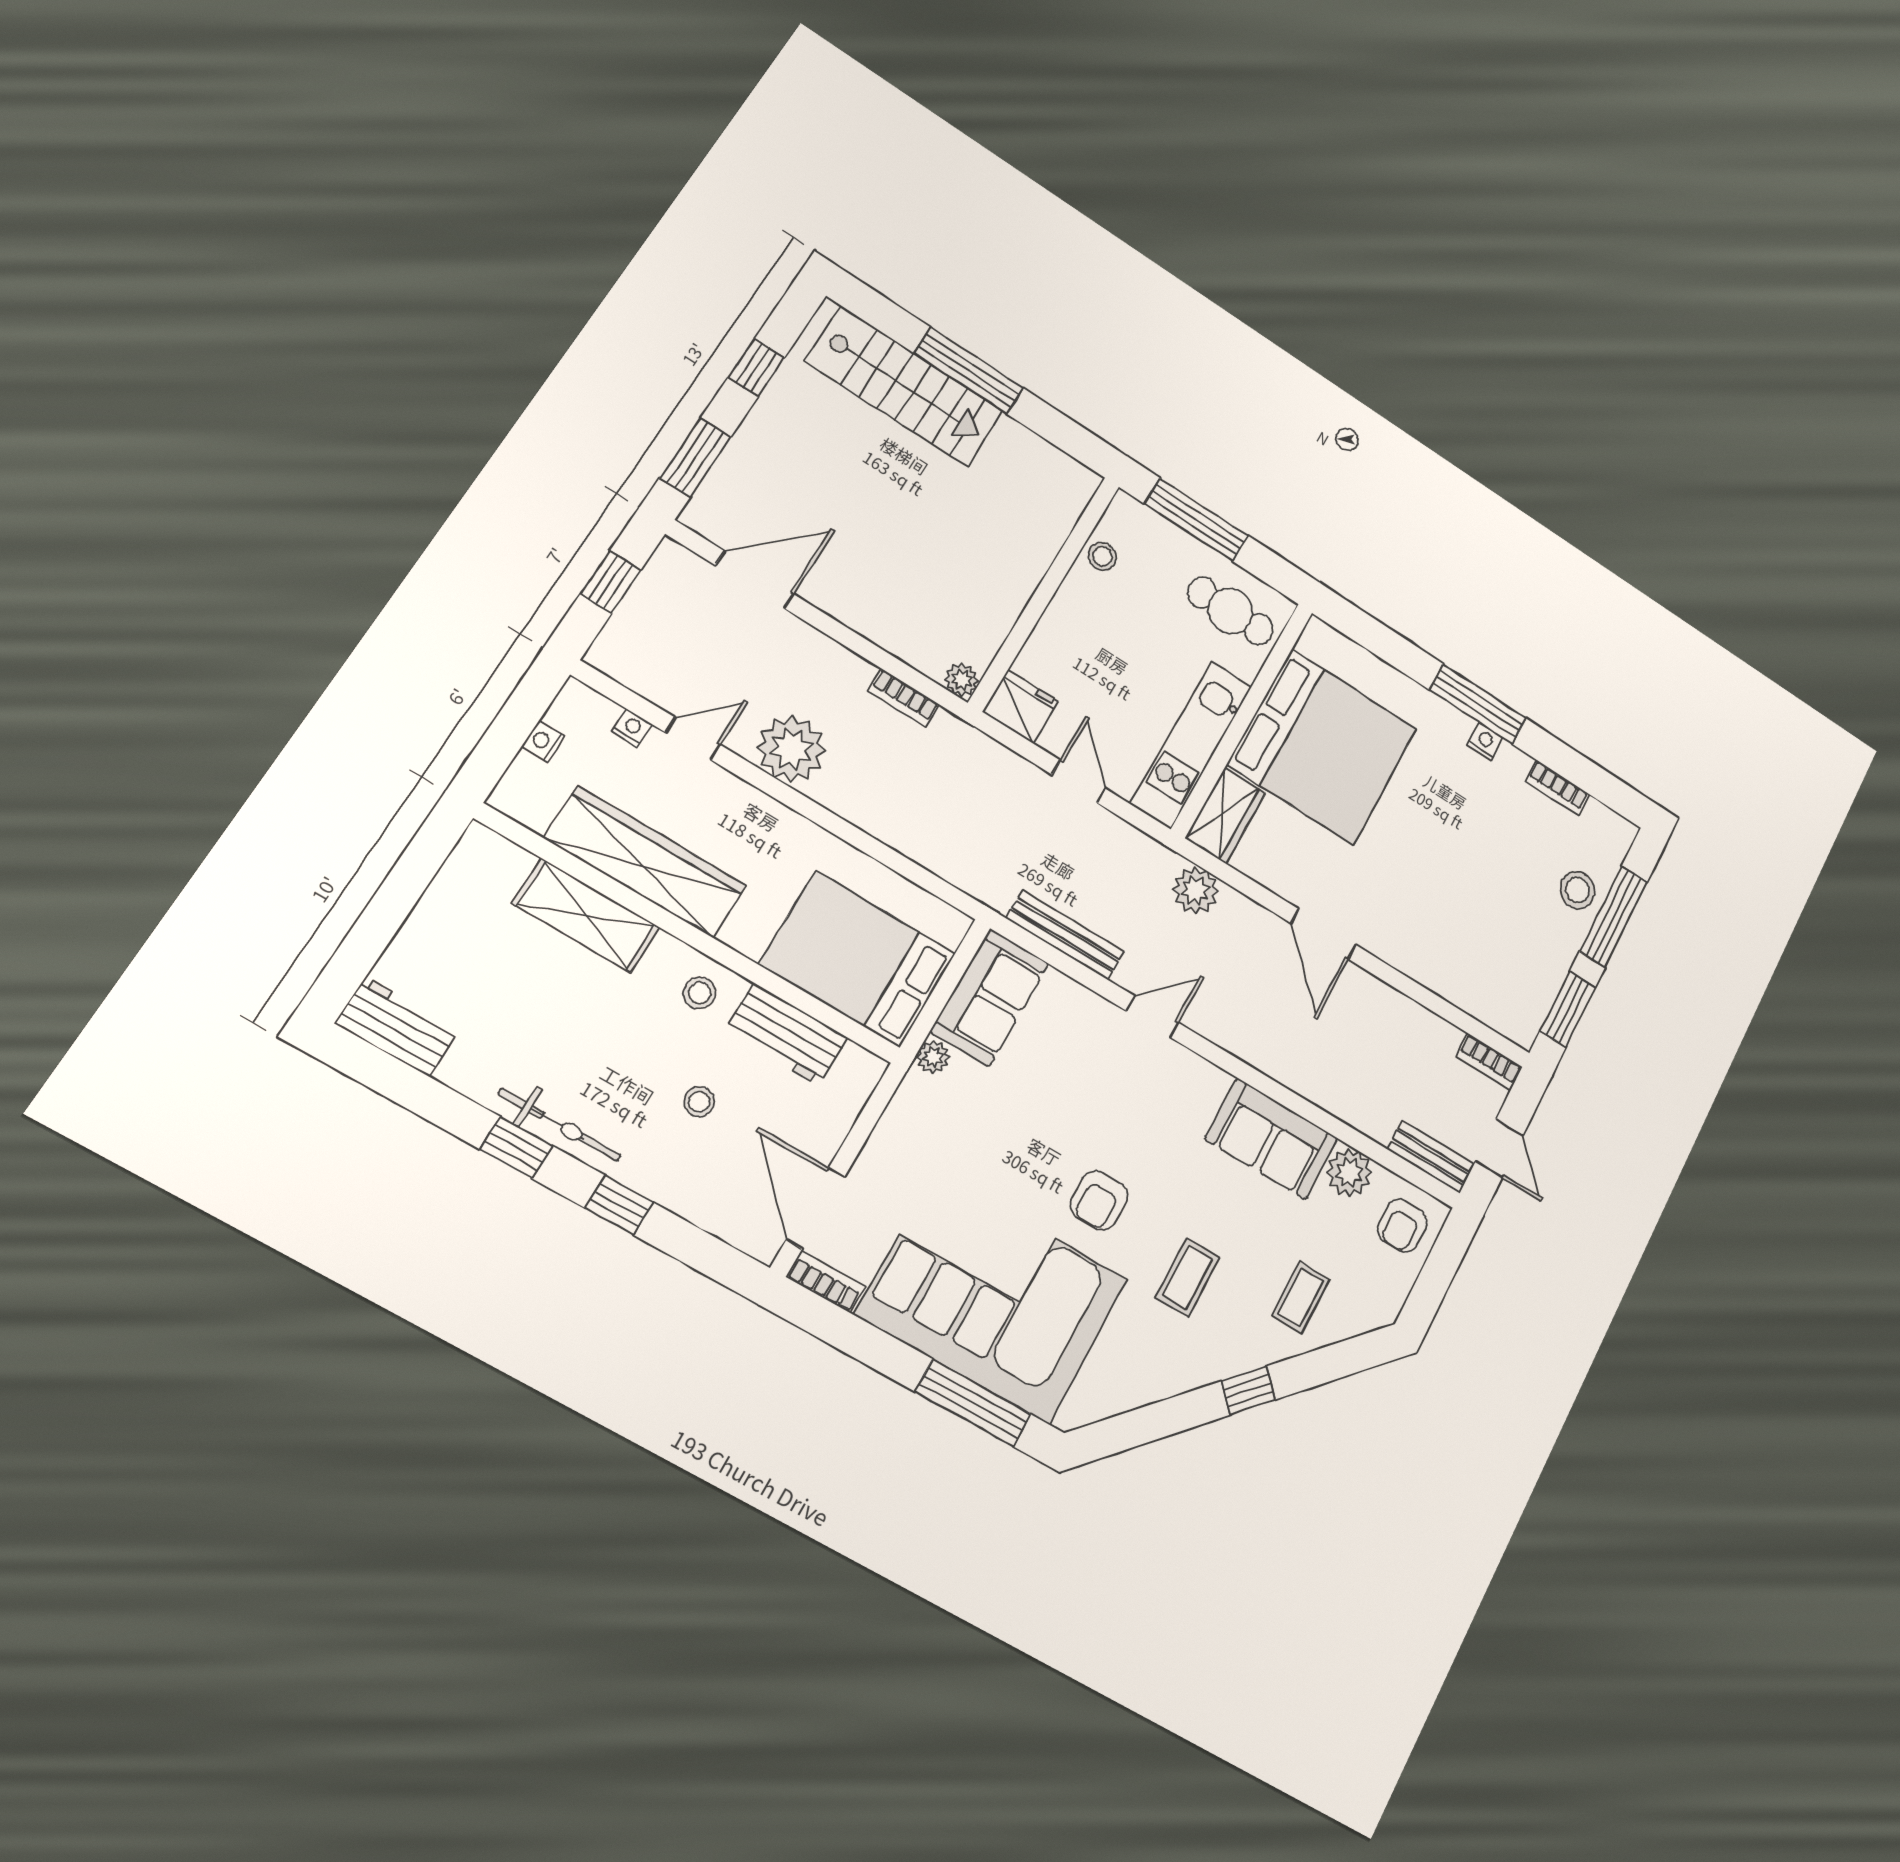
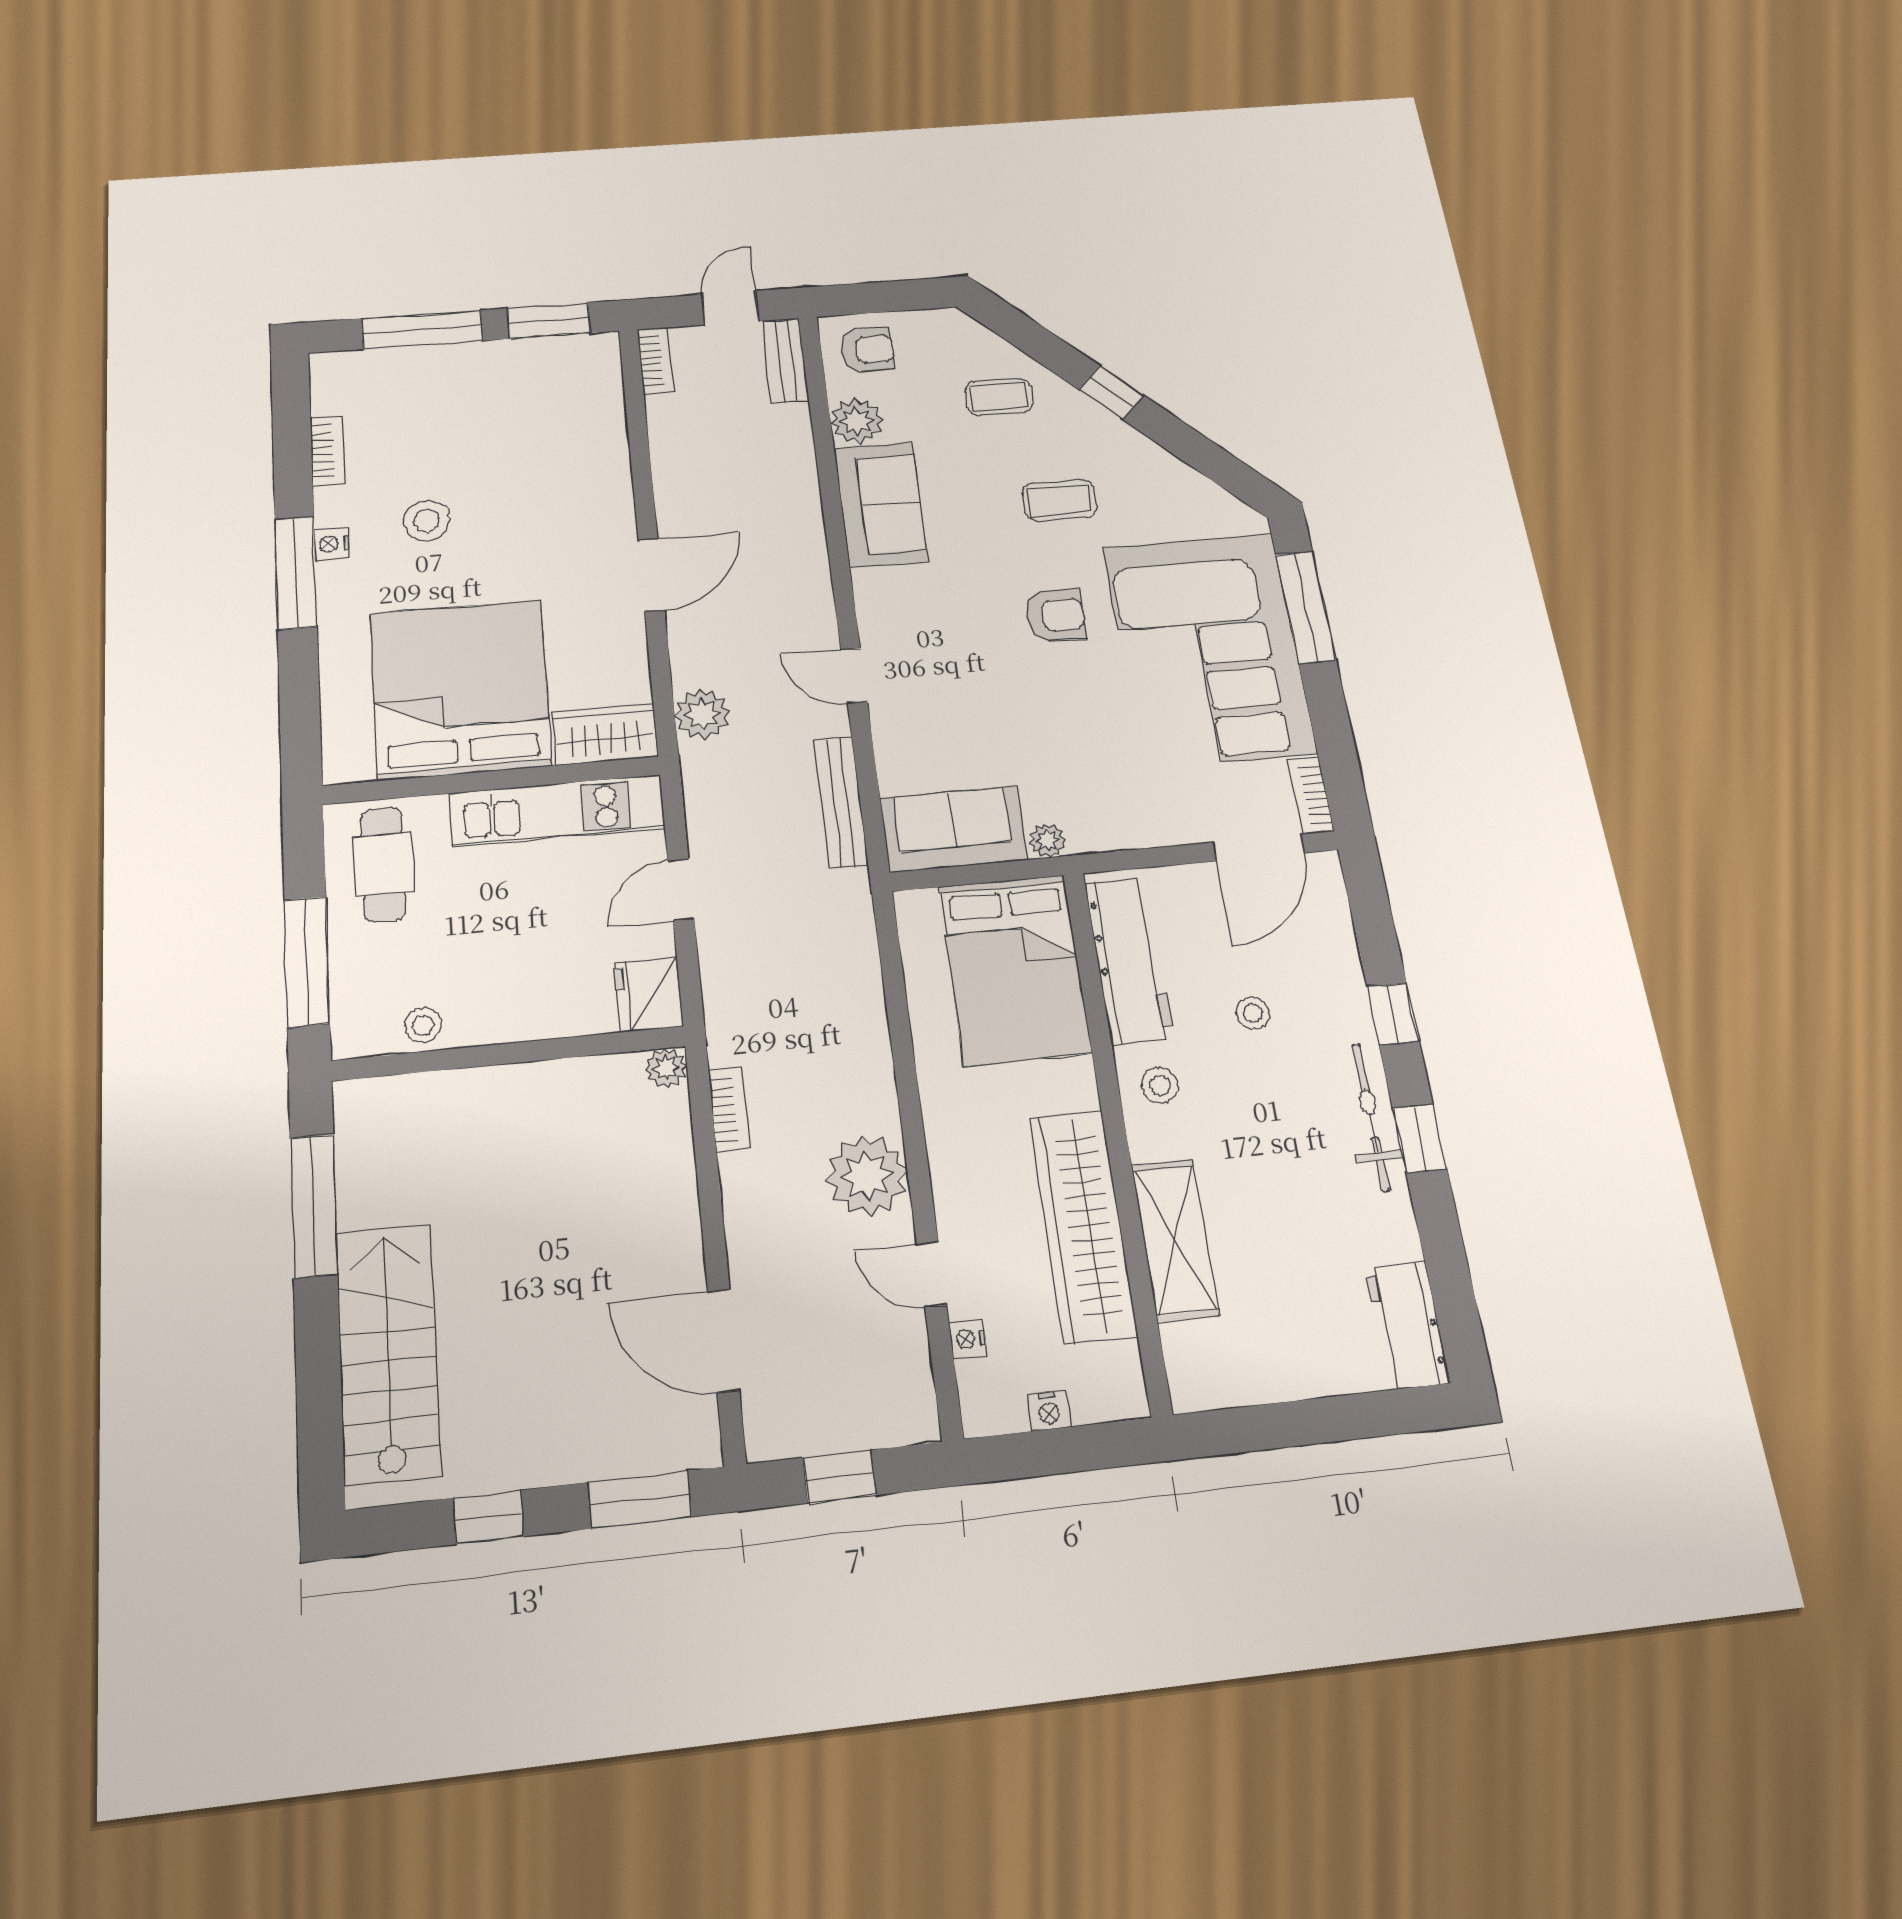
window: (969, 371) -> (314, 1205), moved
stool: (1577, 890) -> (427, 521), moved
workbench: (786, 1034) -> (1129, 960), width x1.38

